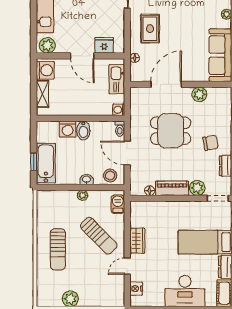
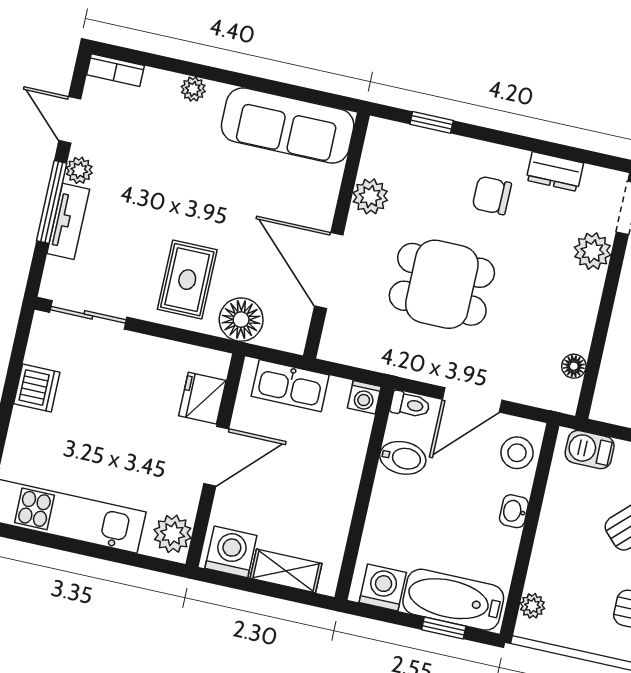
rug: (150, 29) -> (187, 280), turned 90
floor lamp: (135, 58) -> (241, 320), width x1.89, depth x1.89
washing machine: (68, 129) -> (383, 587), moved, turned -90
bidet: (83, 130) -> (403, 458), moved
dining table: (171, 131) -> (442, 284), turned 90
chair: (210, 143) -> (492, 195), turned -80
piano: (172, 188) -> (580, 311), removed
plant: (82, 195) -> (532, 606), moved

